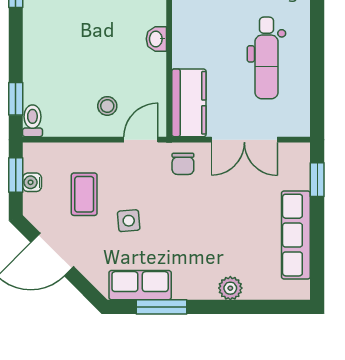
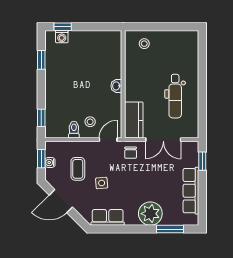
toilet: (32, 121) -> (74, 130), moved
plant: (230, 288) -> (150, 214), width x1.88, depth x1.88
window: (161, 307) -> (170, 229), moved

